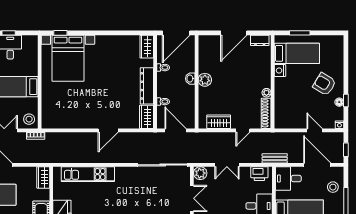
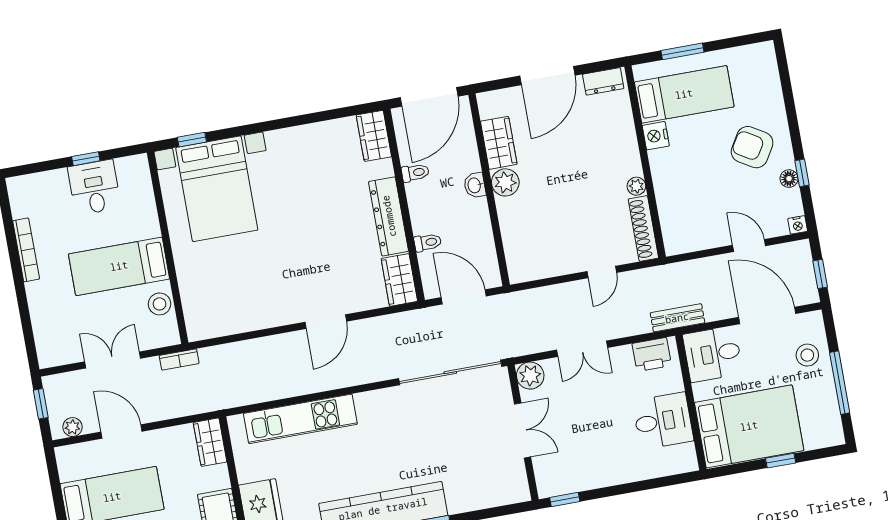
stool: (29, 119) -> (159, 304), moved
wardrobe: (219, 122) -> (499, 143), moved, turned 90

